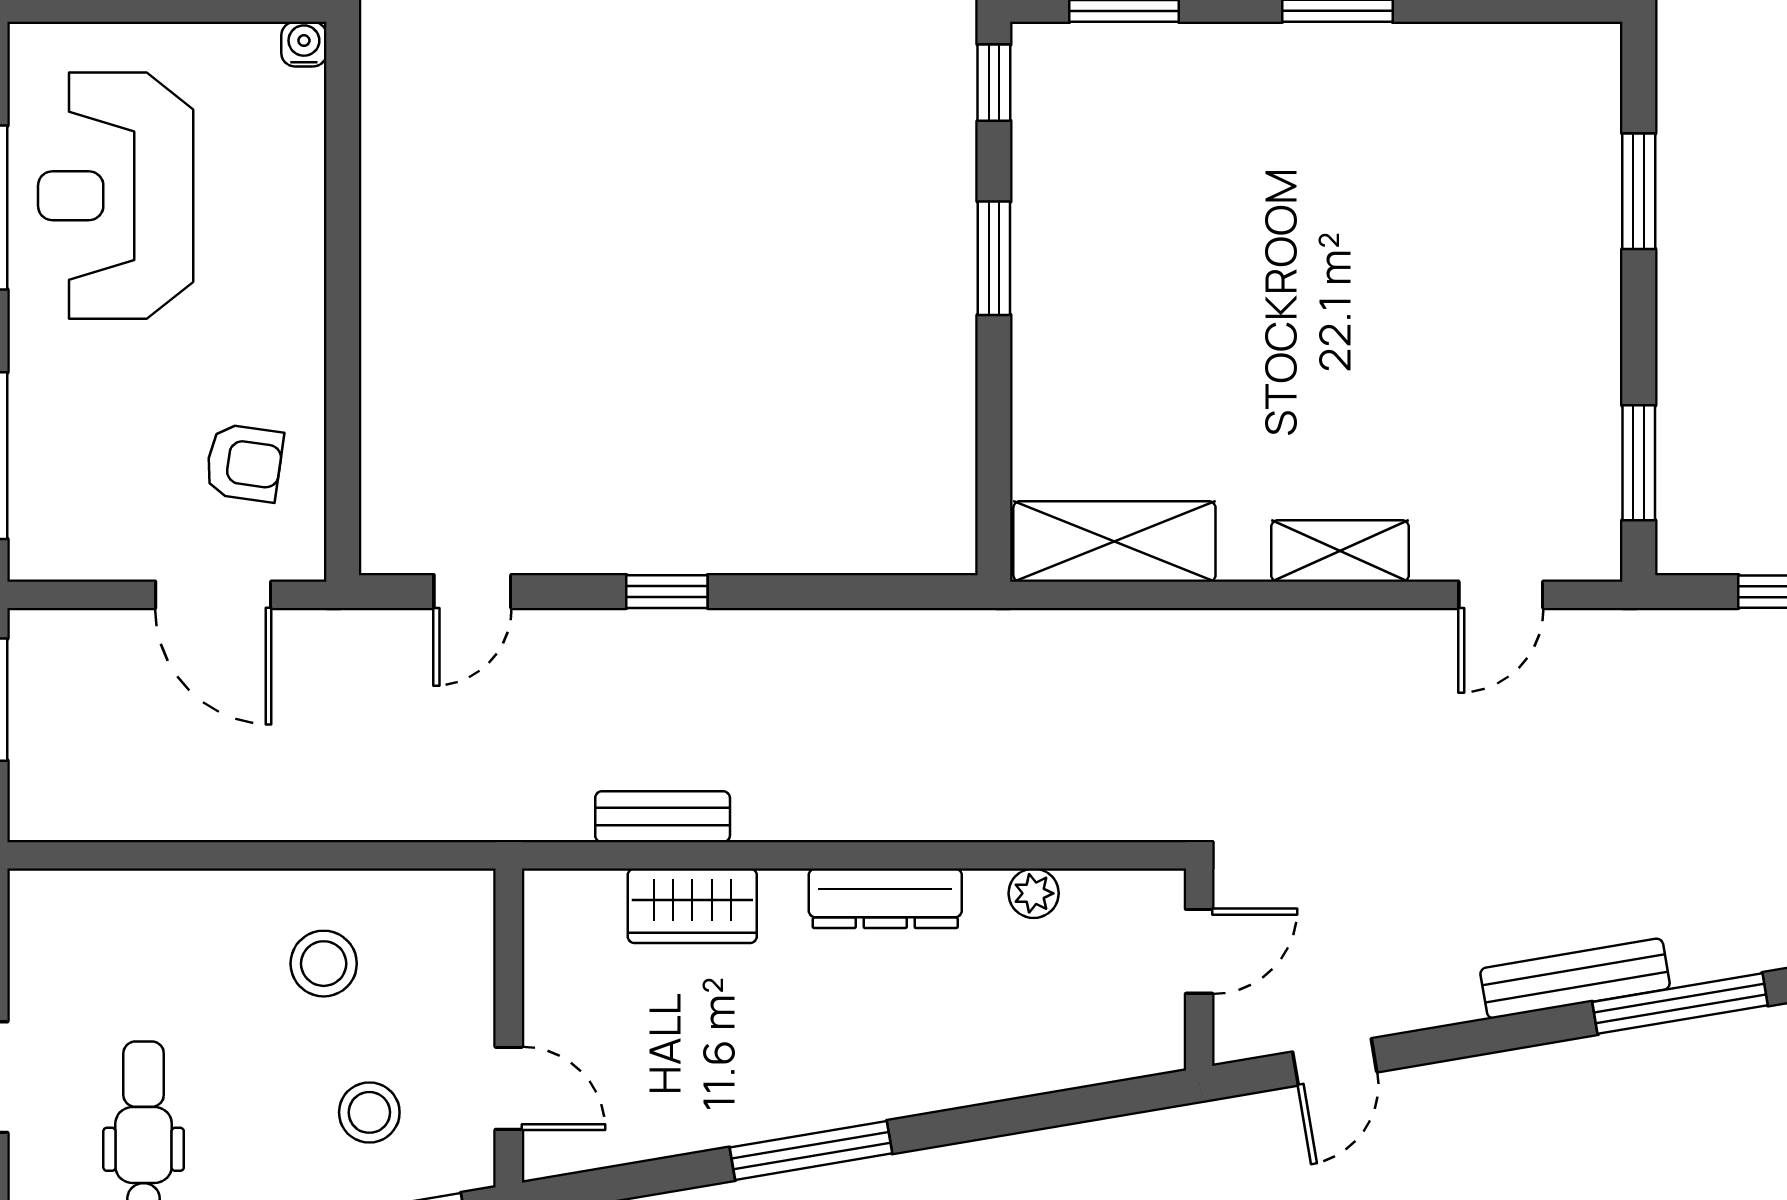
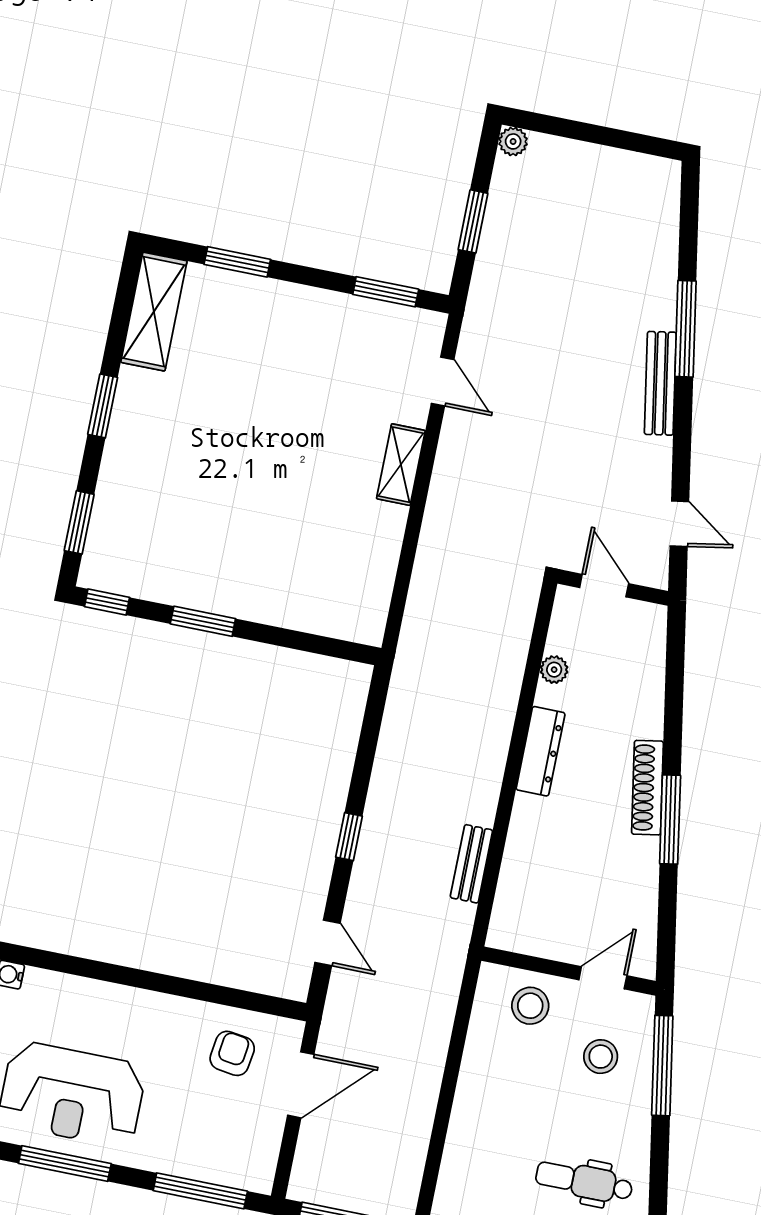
shelving: (1114, 541) -> (154, 312), moved
wardrobe: (692, 906) -> (523, 857), removed
stool: (324, 964) -> (530, 1006), moved
shoe rack: (859, 1099) -> (647, 788), added

